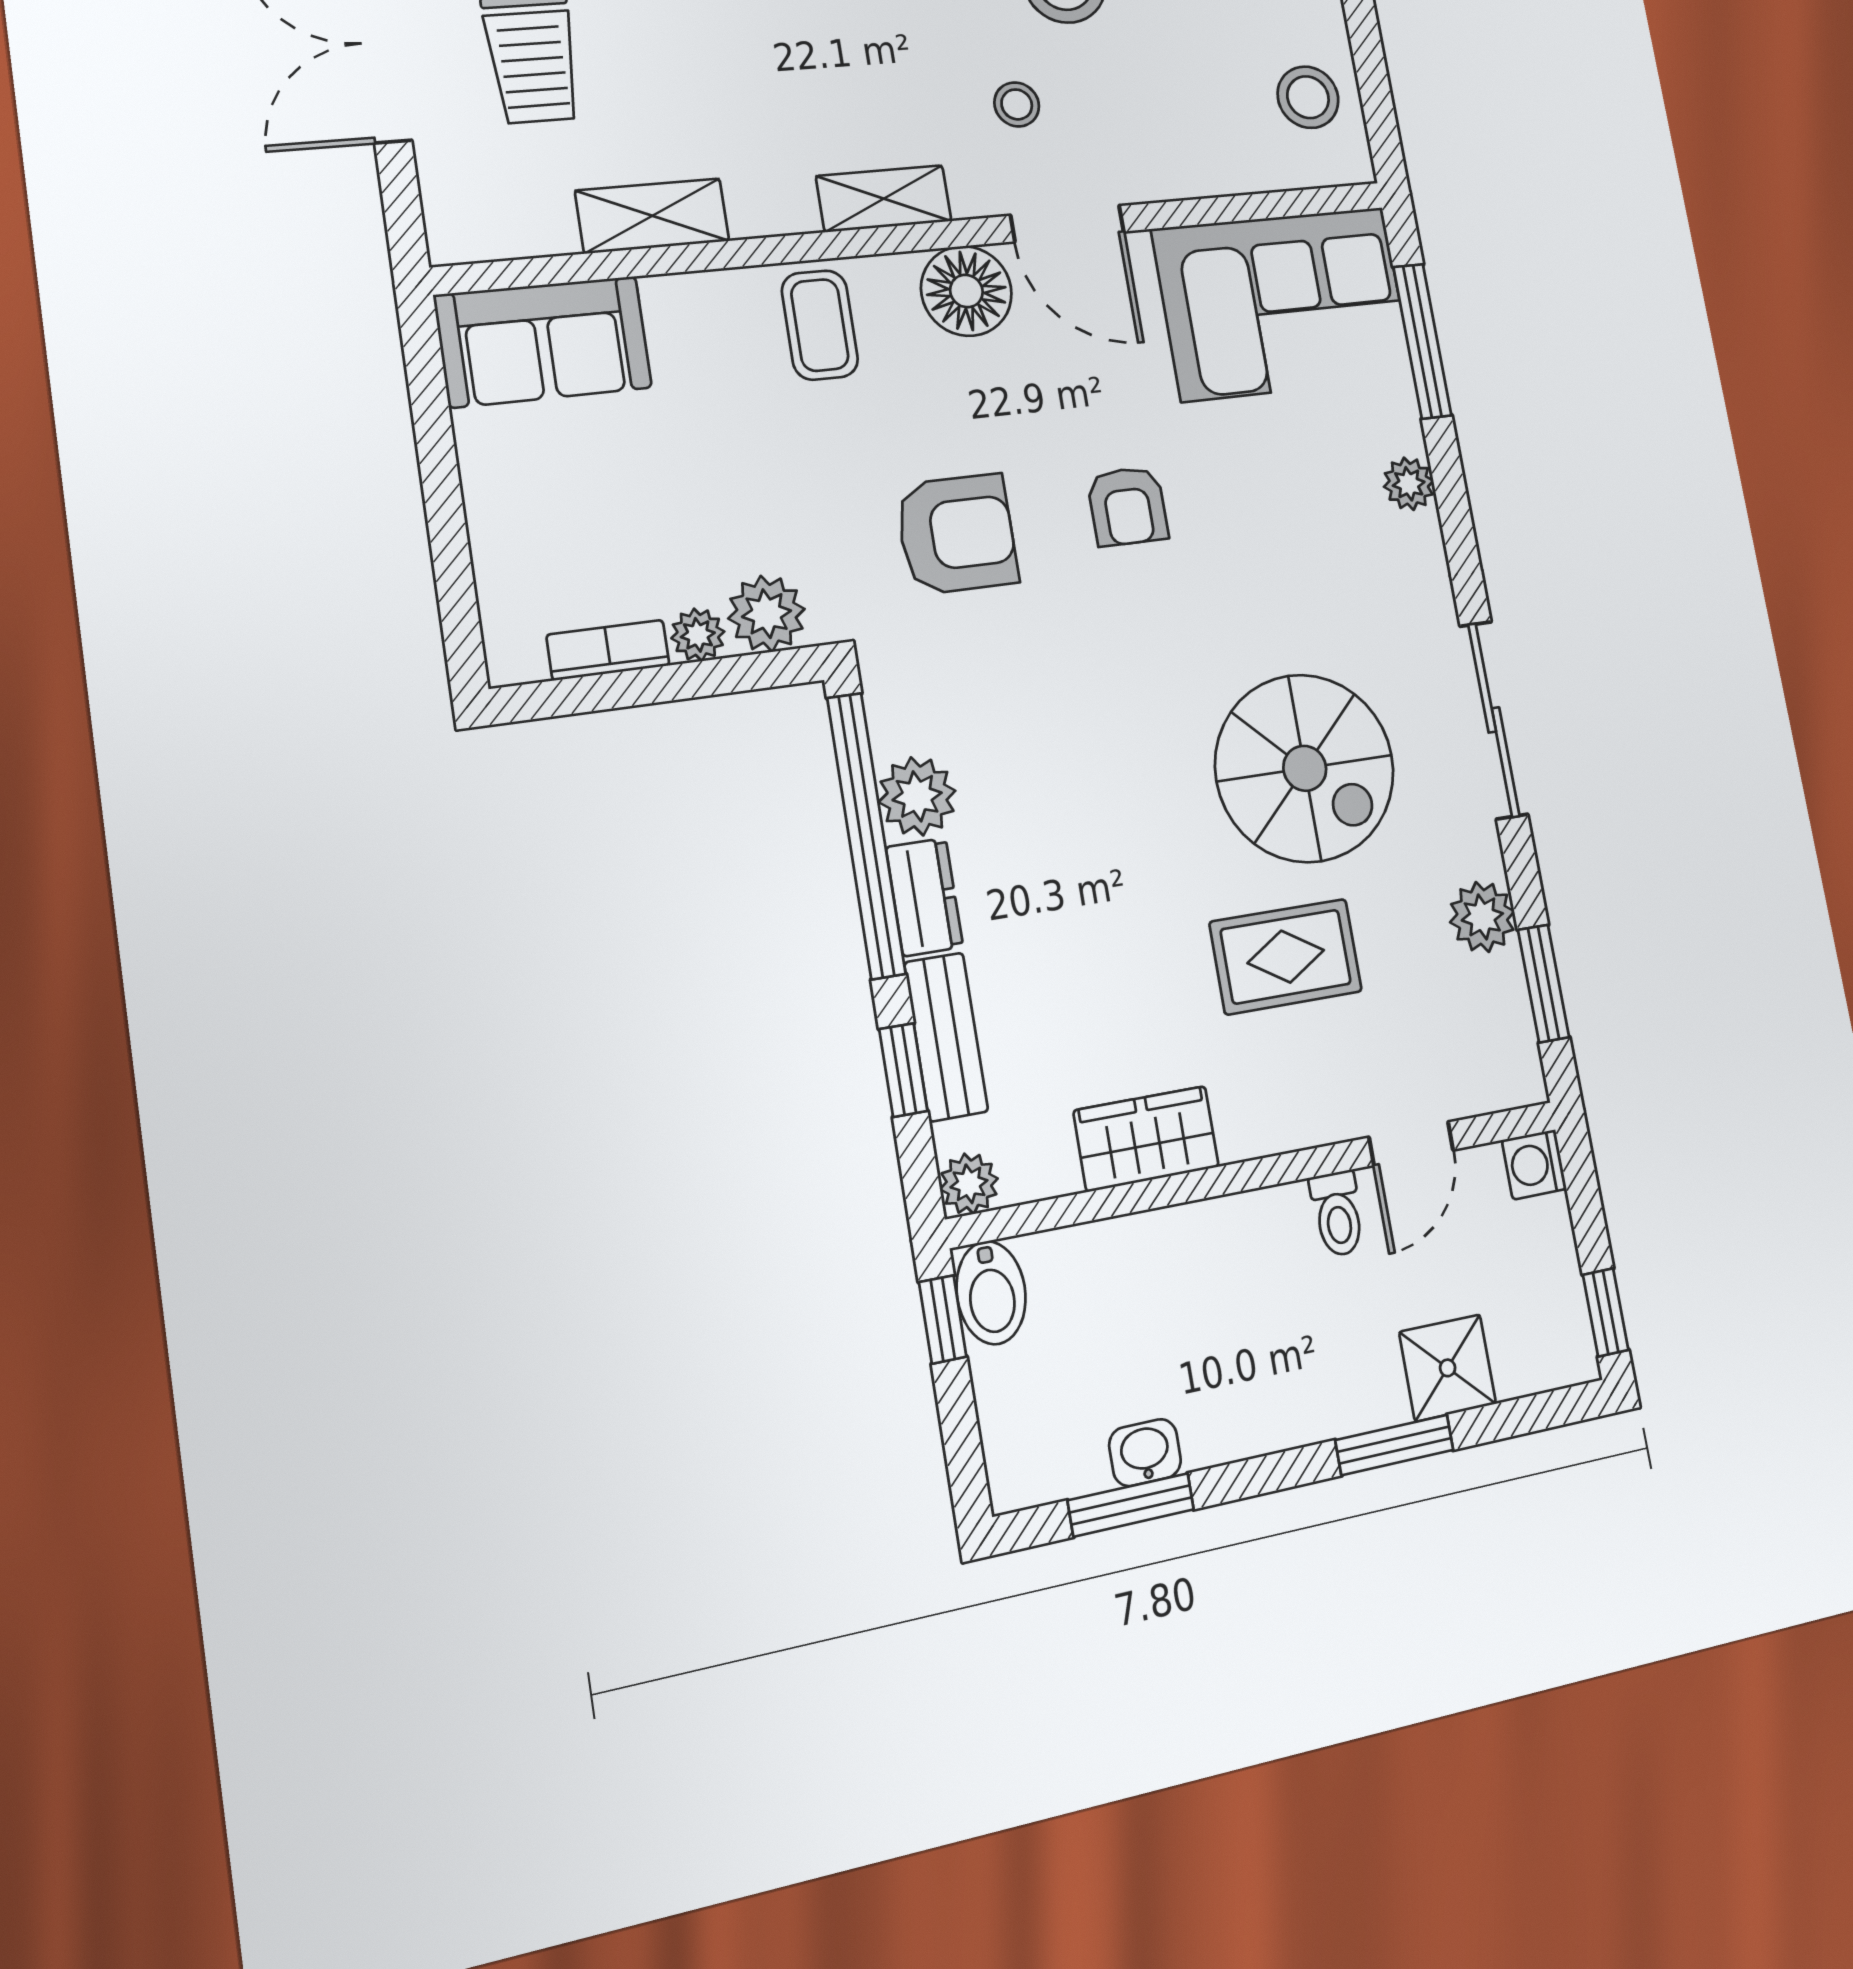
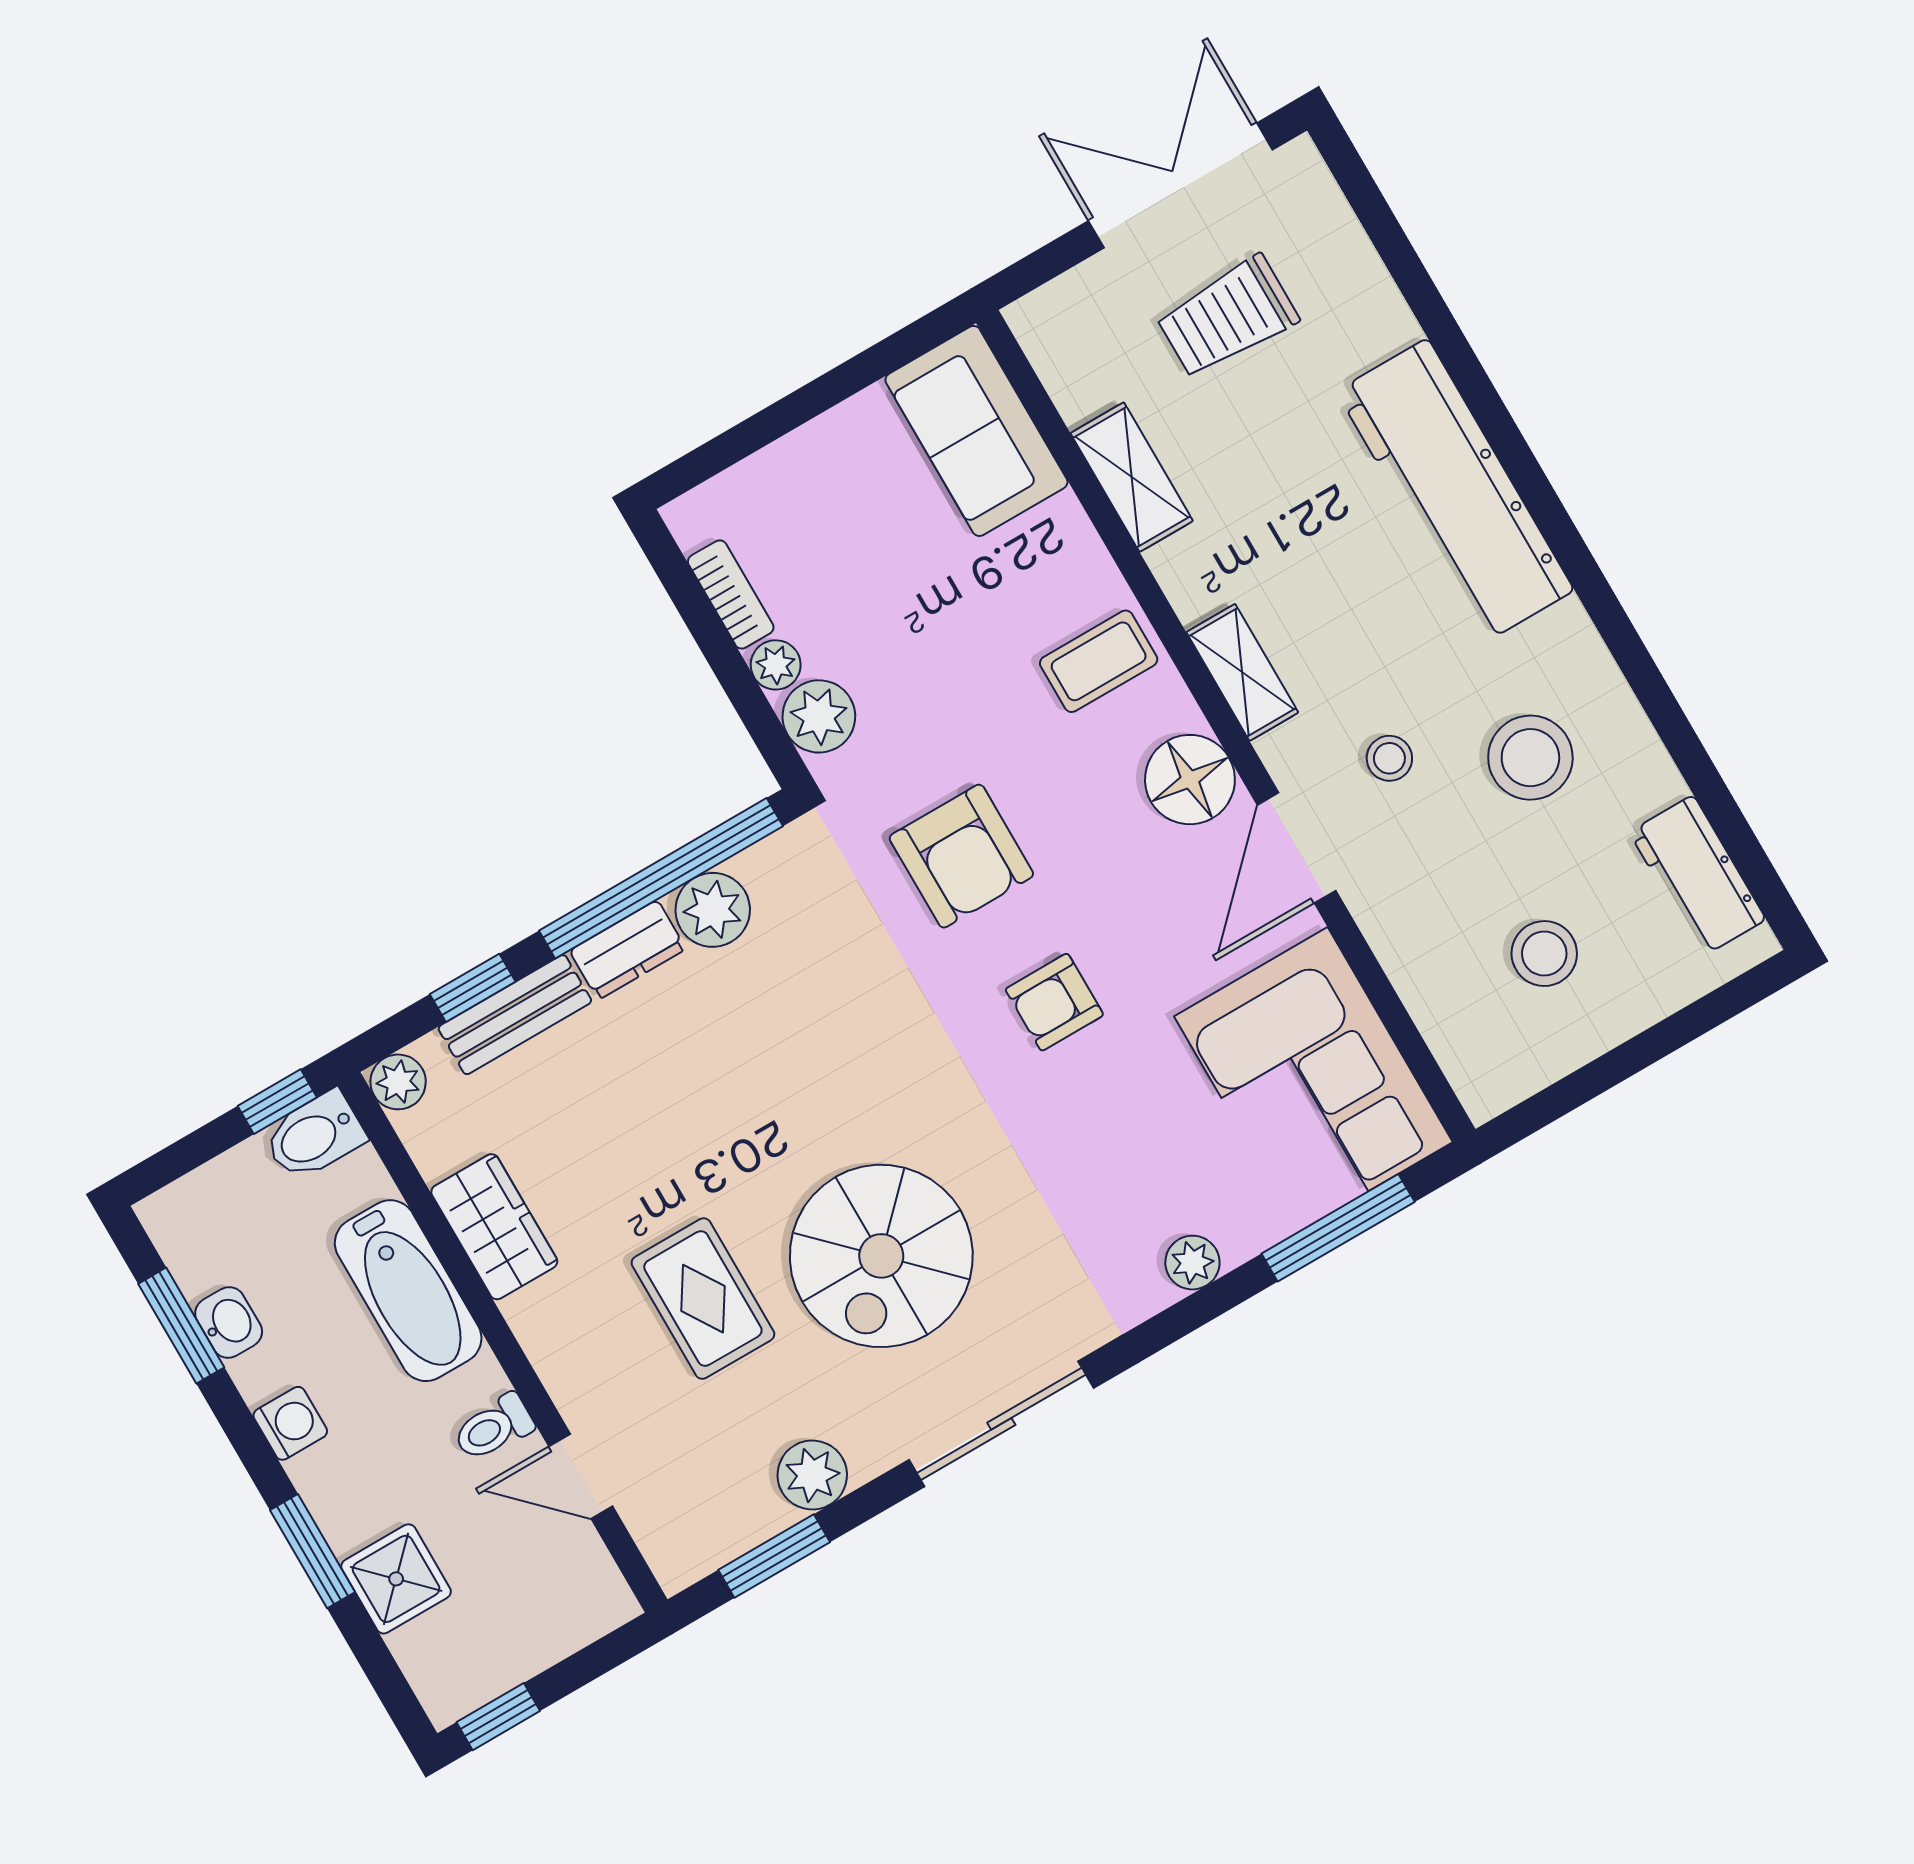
stool: (1308, 97) -> (1544, 954), moved
washing machine: (1534, 1165) -> (290, 1423), moved, turned 90
bathtub: (1178, 1251) -> (408, 1291), added

